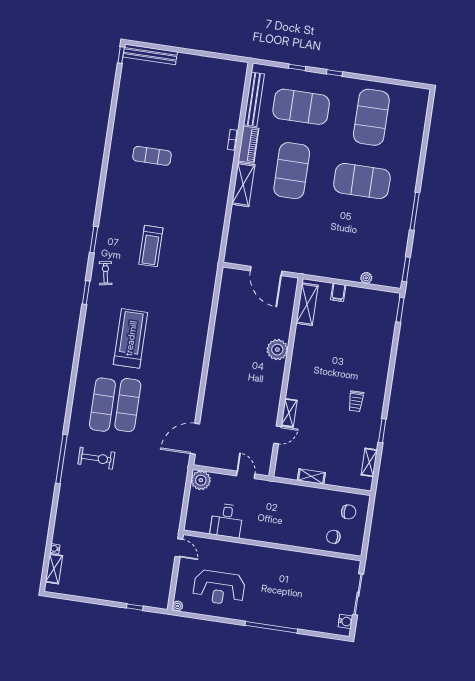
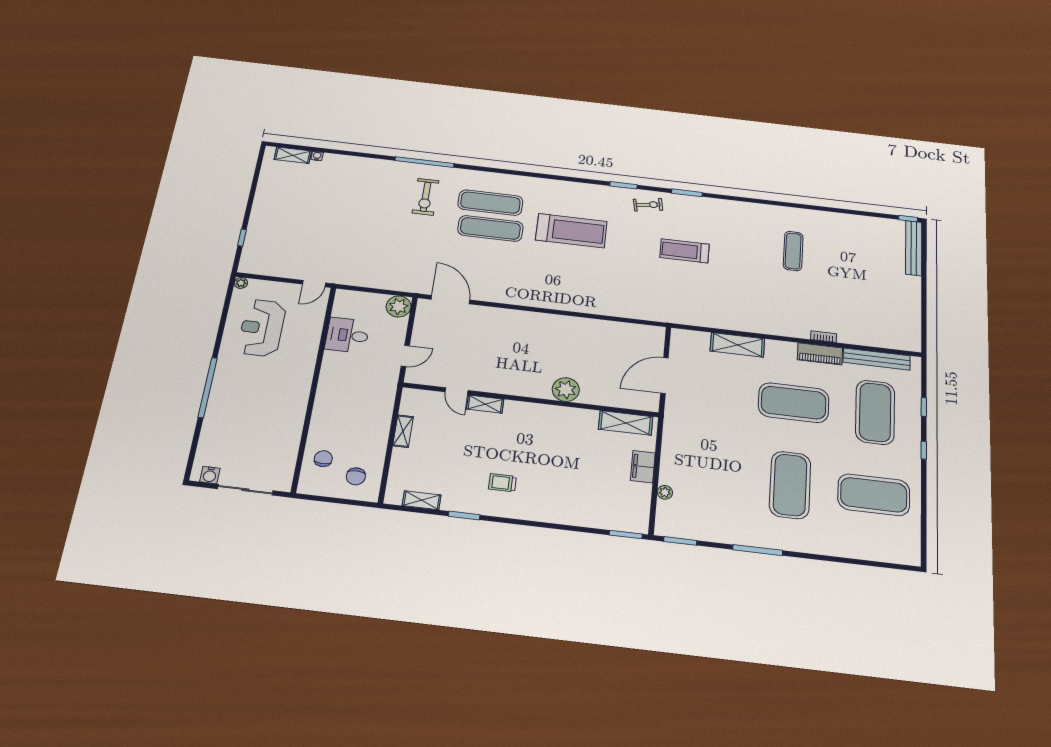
shelving: (243, 184) -> (737, 345), moved
filing cabinet: (338, 292) -> (643, 467), width x2.00

